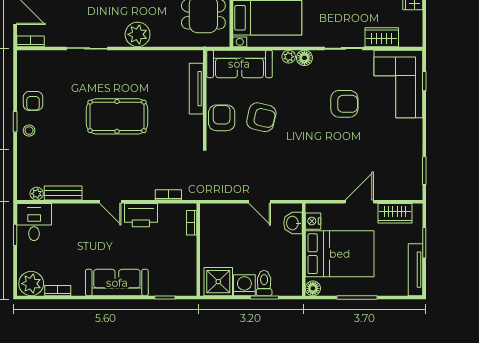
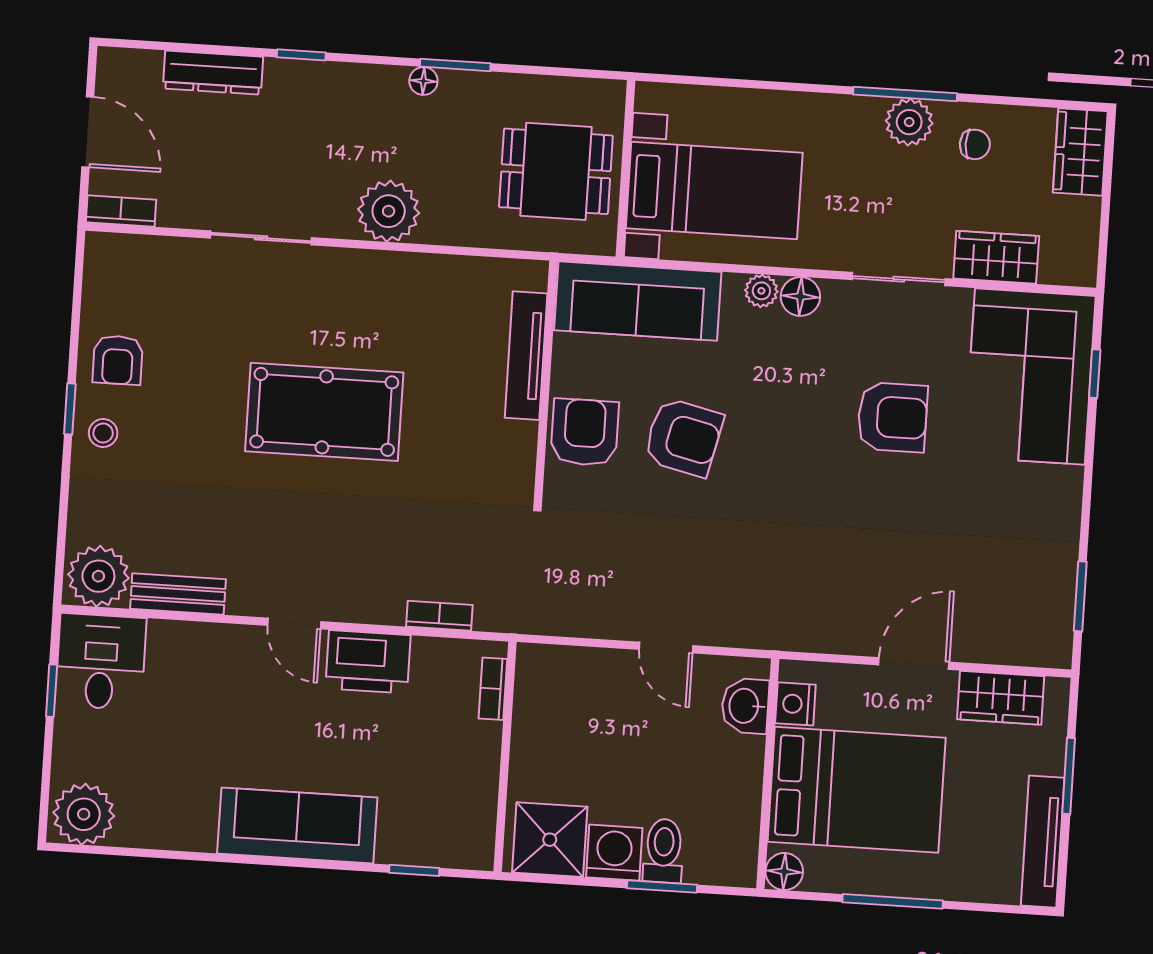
plant: (37, 194) -> (98, 576), width x1.88, depth x1.88
bookcase: (58, 291) -> (149, 836), removed

